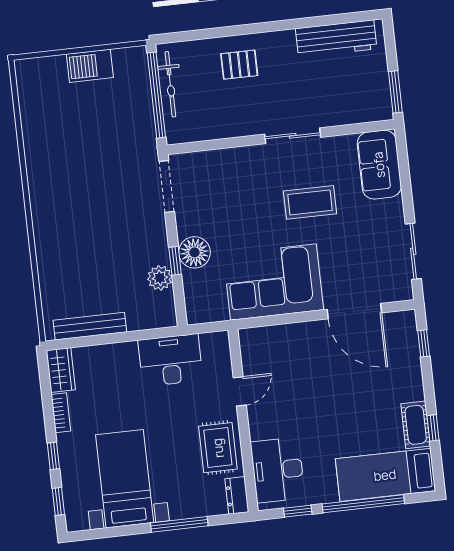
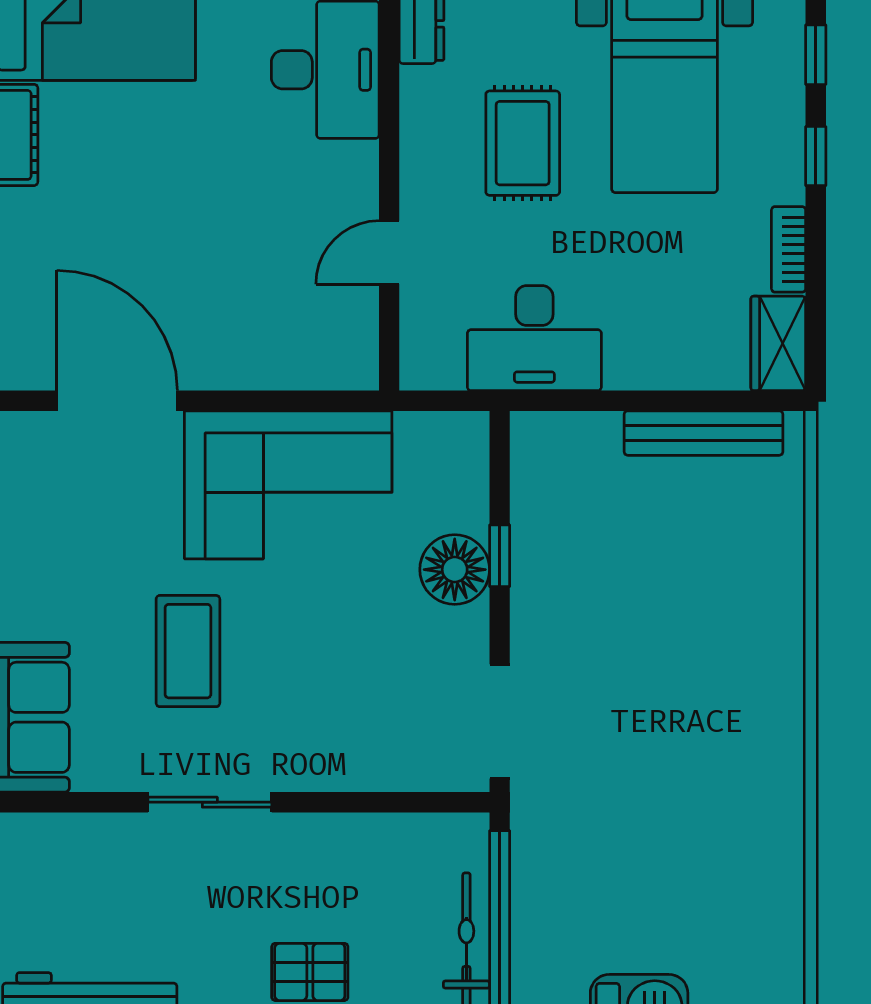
coffee table: (310, 202) -> (188, 651), turned 90
plant: (160, 278) -> (537, 522), removed
rug: (218, 448) -> (523, 143), moved

